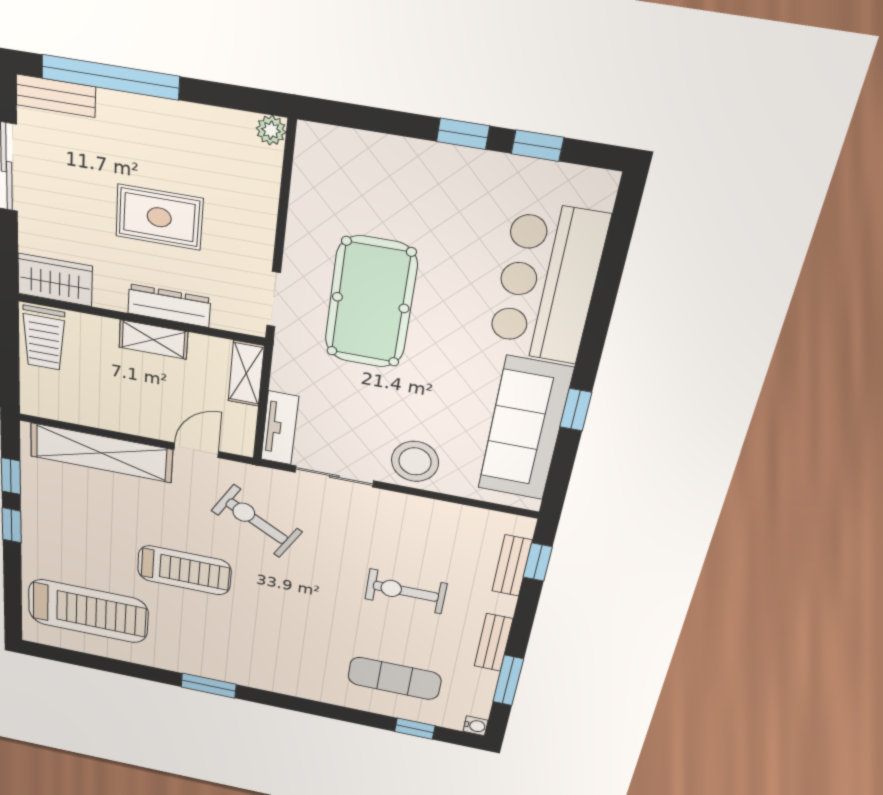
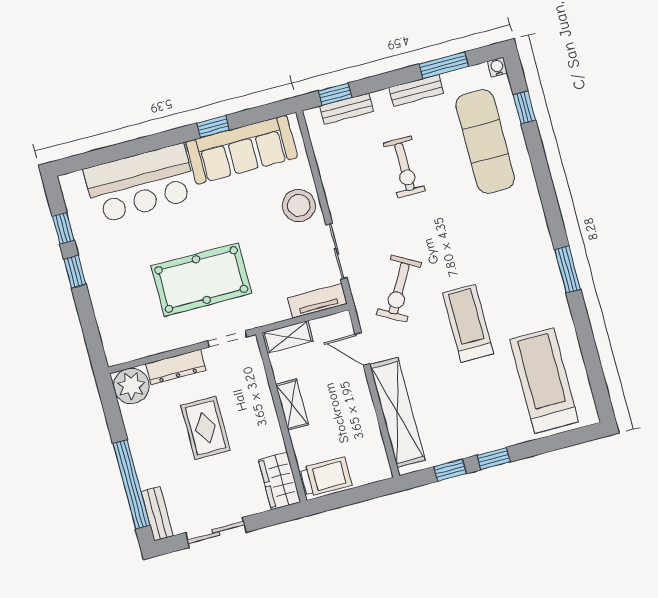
plant: (271, 130) -> (131, 386), width x1.88, depth x1.88
dresser: (169, 306) -> (176, 367), moved, turned -90
exercise mat: (394, 678) -> (485, 141), width x1.36, depth x1.45

